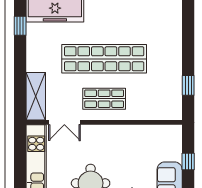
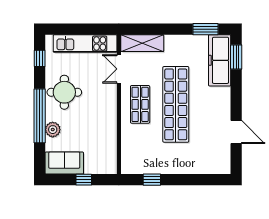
window: (20, 26) -> (205, 29), width x1.50

